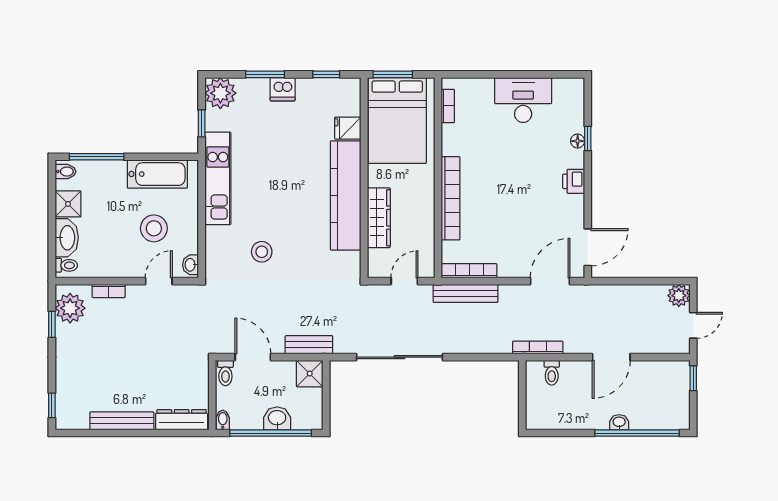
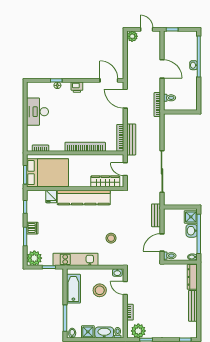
wardrobe: (379, 218) -> (105, 181), moved
shower: (310, 374) -> (191, 217), moved

